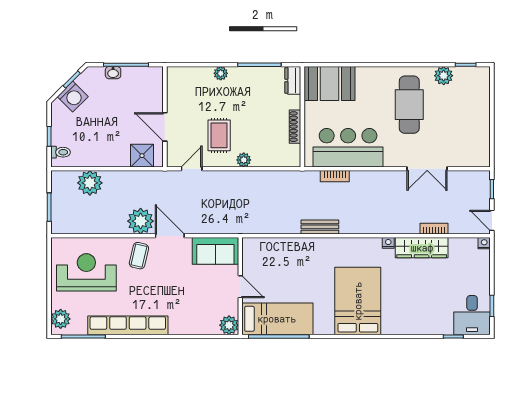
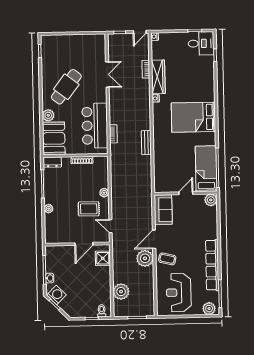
plant: (444, 76) -> (48, 115), moved
washing machine: (73, 97) -> (56, 295), moved
cafe table: (409, 105) -> (66, 87), turned -52

